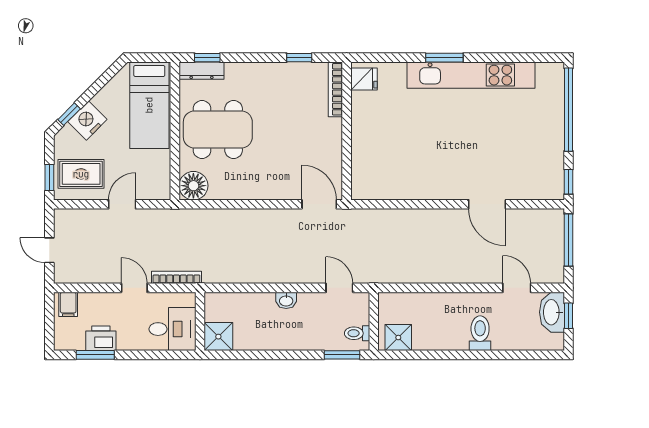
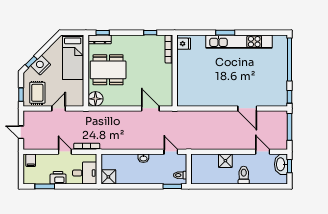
rug: (81, 174) -> (37, 93), turned 90
door: (319, 204) -> (150, 108), moved
printer: (101, 338) -> (58, 178), moved
shower: (398, 338) -> (225, 161), moved

